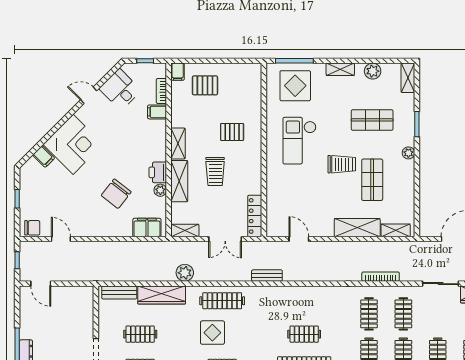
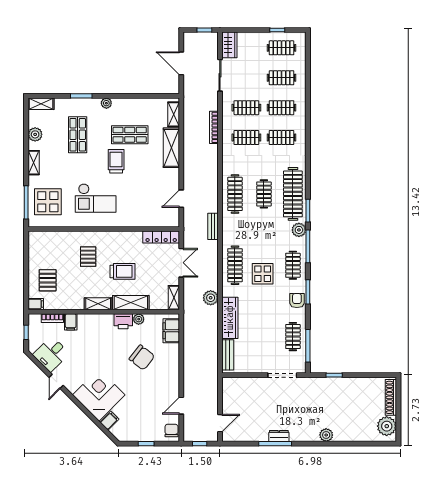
clothes rail: (140, 334) -> (235, 194), moved, width x1.36

